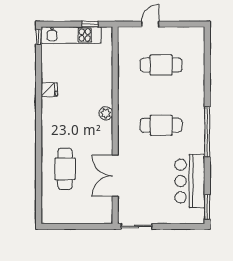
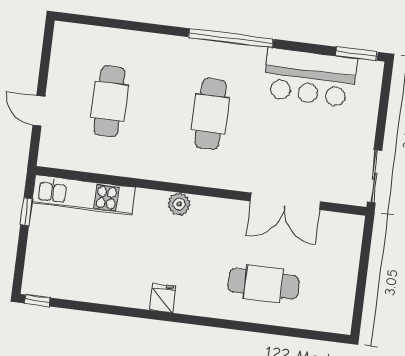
kitchen unit: (71, 35) -> (84, 195), moved, turned 90
fridge: (49, 90) -> (163, 298), moved

